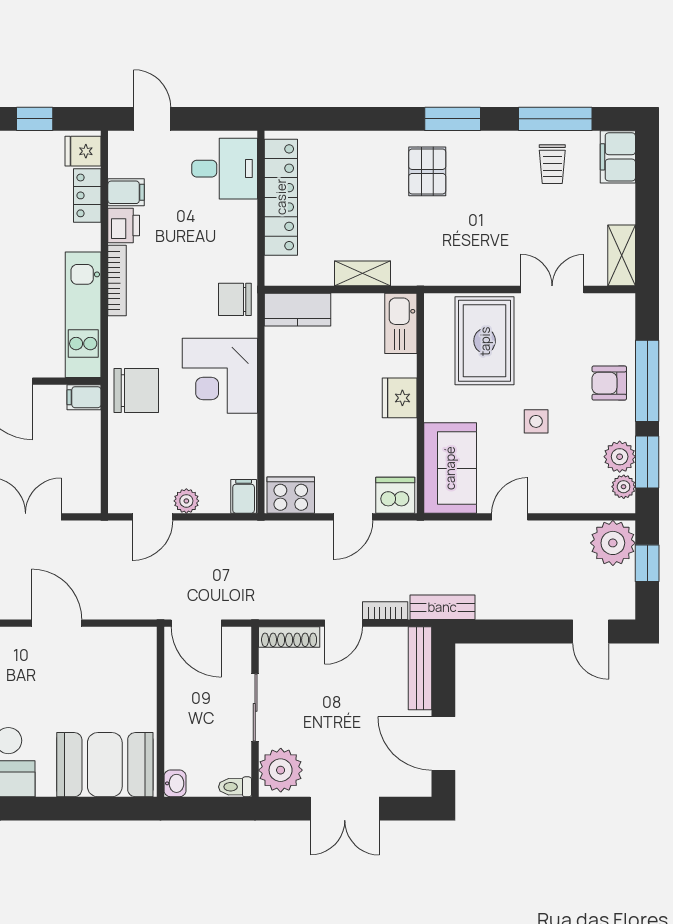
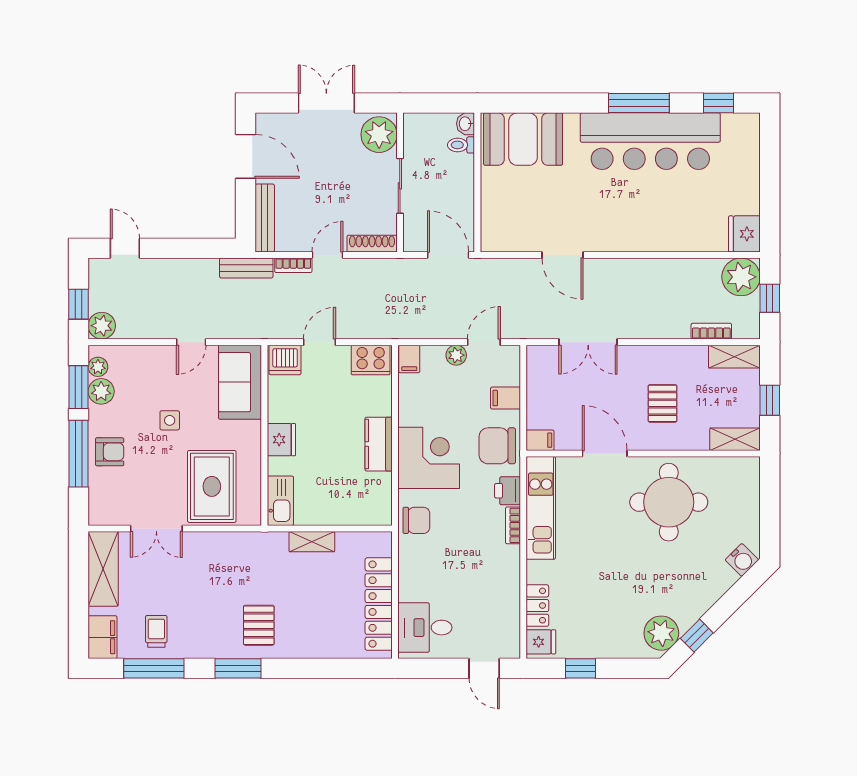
filing cabinet: (126, 192) -> (506, 398), moved
printer: (124, 226) -> (508, 491), moved
shelving: (622, 255) -> (103, 569), width x1.50, depth x1.33
bookcase: (117, 281) -> (513, 525), width x0.64
kitchen counter: (298, 310) -> (379, 444), moved, turned -90
plant: (613, 543) -> (102, 326), width x0.73, depth x0.73
toilet: (235, 787) -> (461, 145), moved, turned 180

